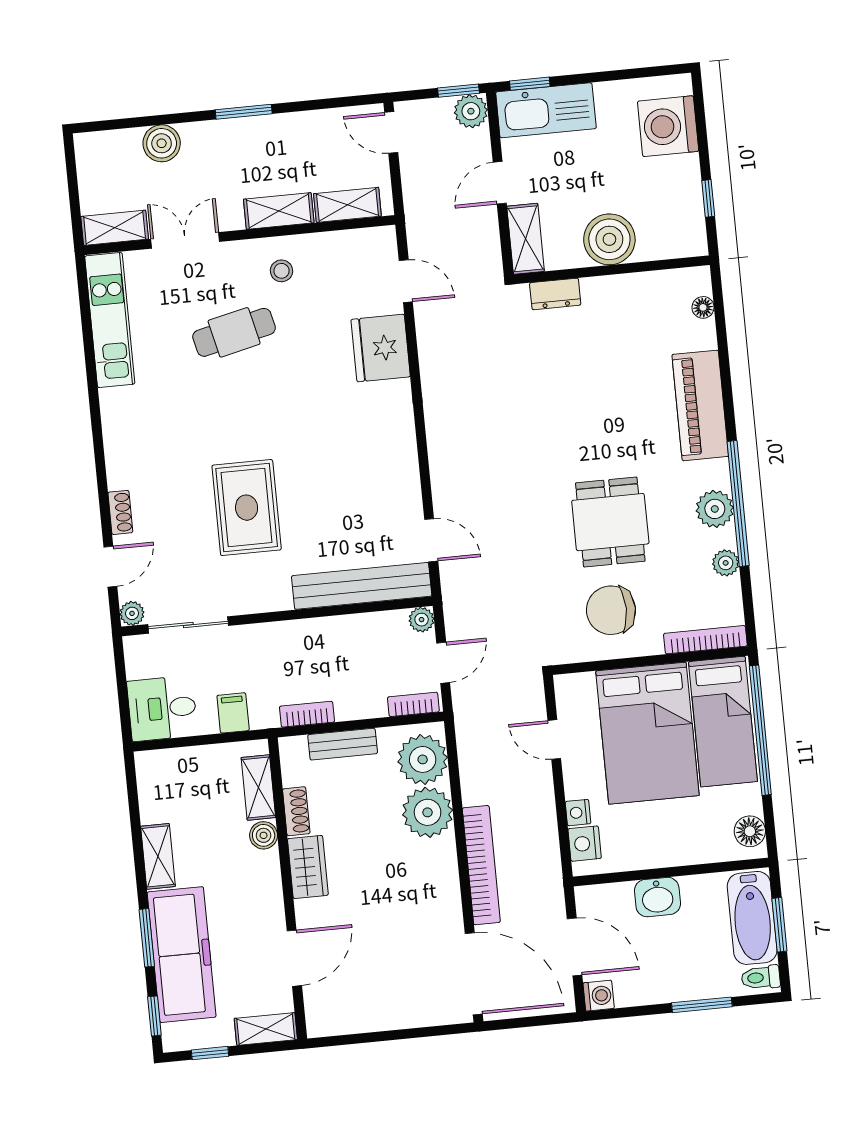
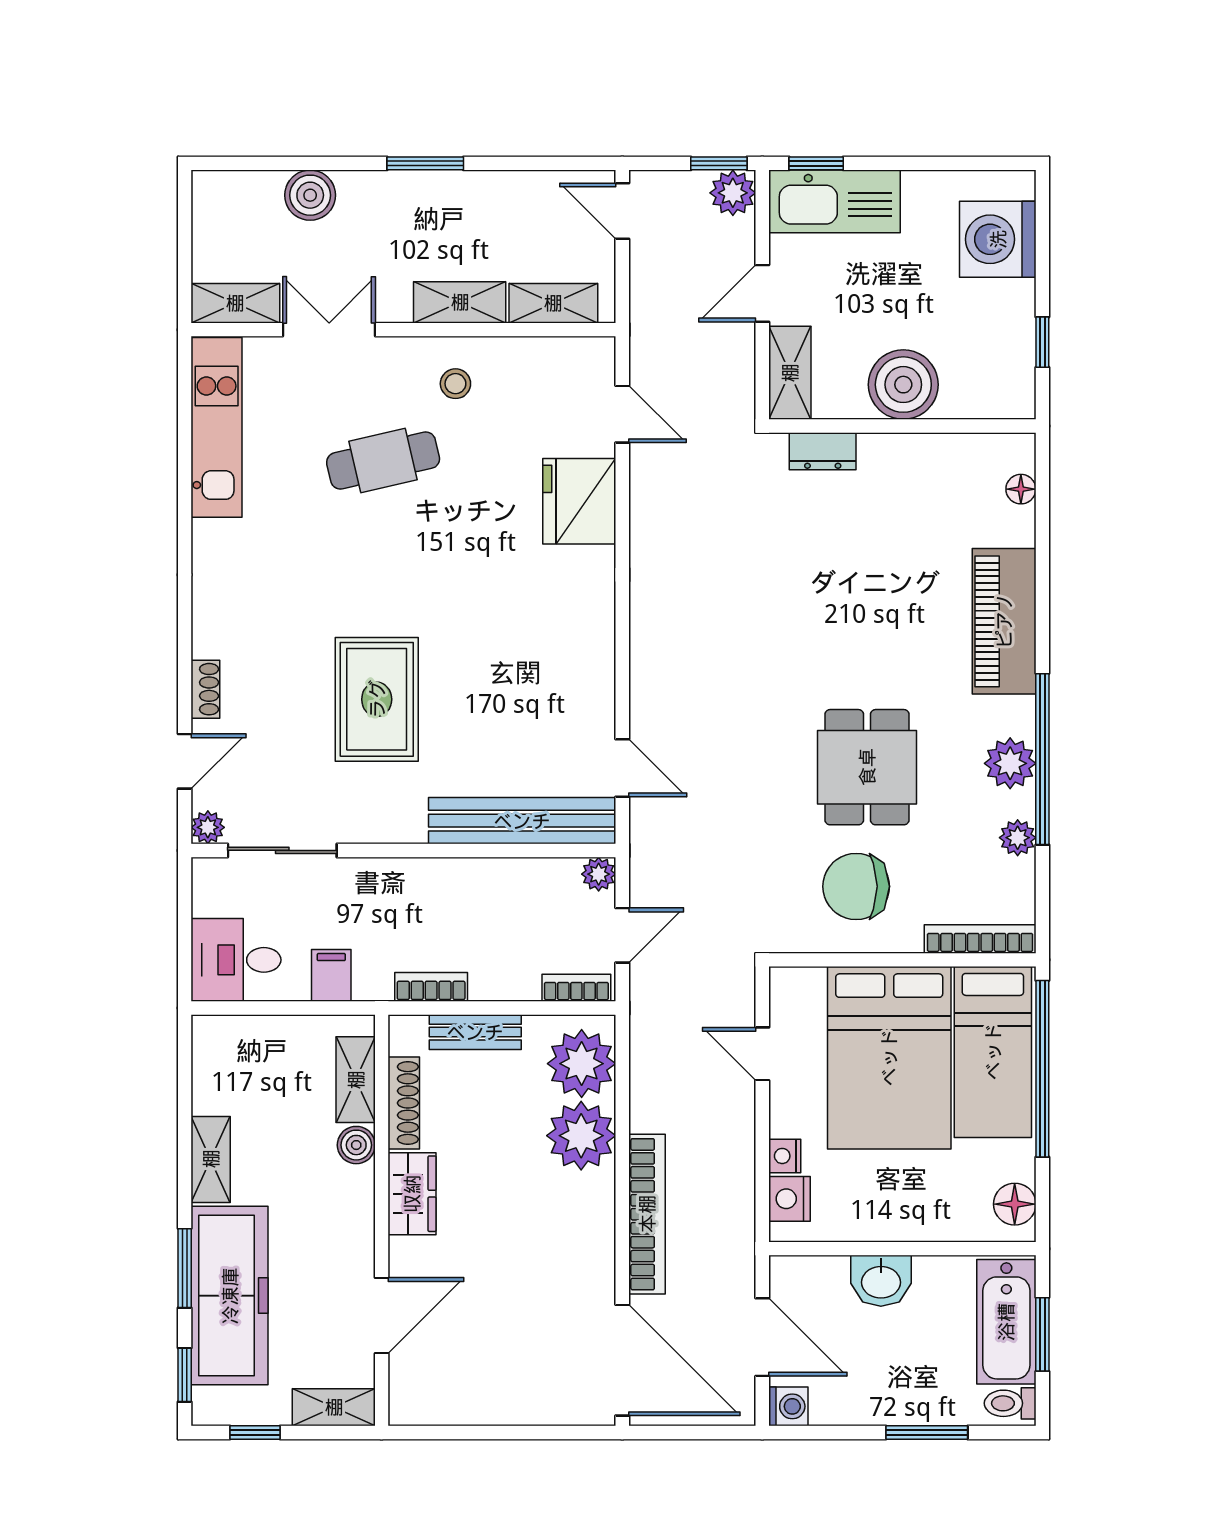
shoe rack: (296, 811) -> (404, 1103), width x1.43

